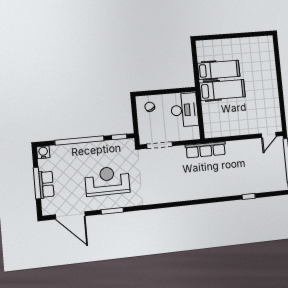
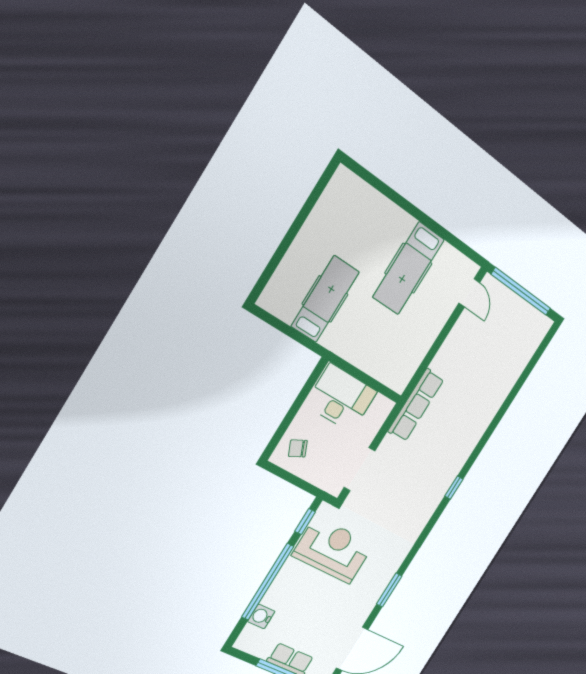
hospital bed: (222, 90) -> (408, 268), moved, turned 180
water cooler: (43, 152) -> (261, 616), moved
reception desk: (107, 181) -> (333, 550), moved, turned 90
window: (249, 196) -> (454, 488), moved

